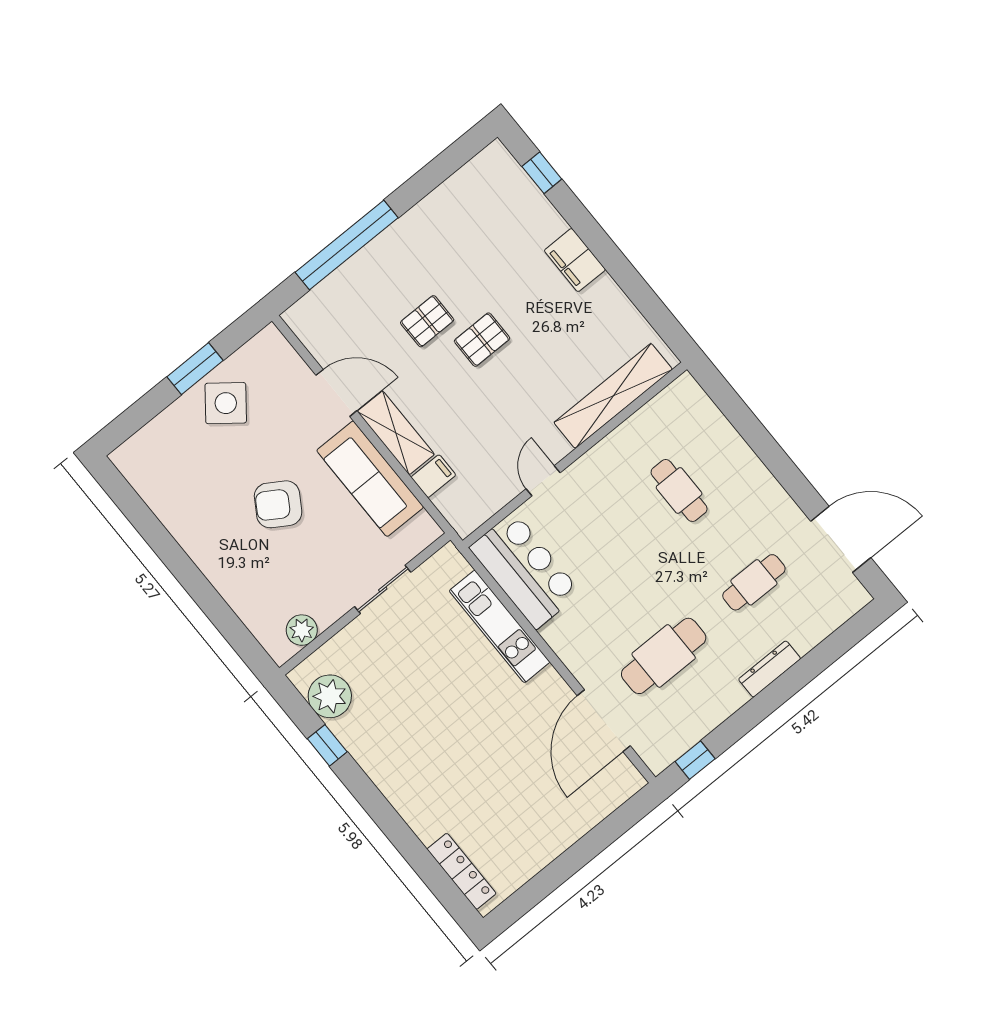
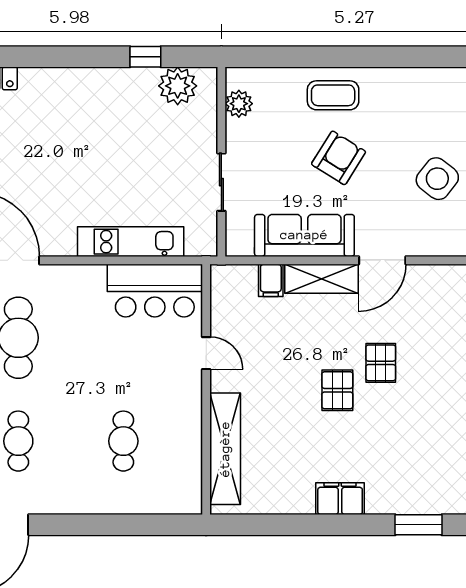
window: (542, 173) -> (418, 525), width x1.50
cafe table: (679, 490) -> (123, 441), turned 90
coffee table: (227, 554) -> (333, 95), added

